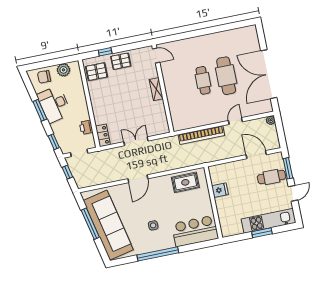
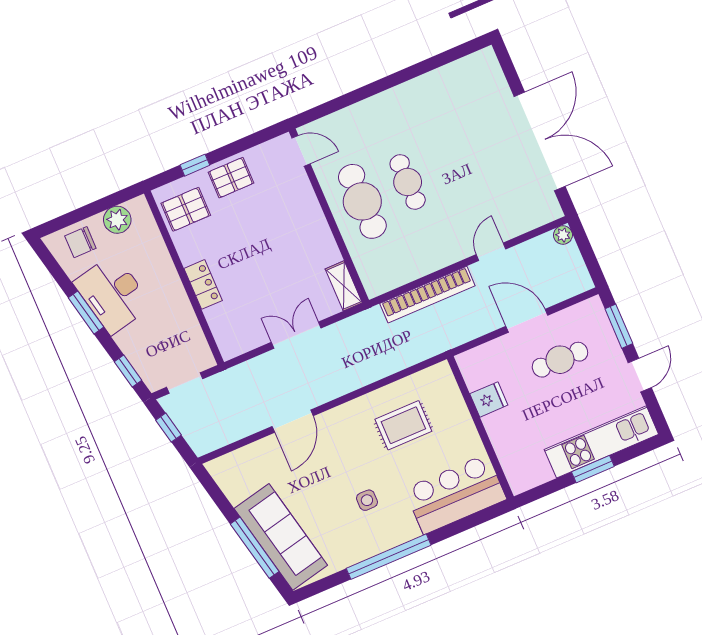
double door: (269, 74) -> (540, 141), swing flipped
cafe table: (226, 76) -> (362, 201), moved
shelving: (156, 89) -> (344, 286), moved
printer: (86, 127) -> (188, 328), removed
locker: (103, 135) -> (203, 284), moved
door: (256, 155) -> (527, 321), moved
cafe table: (271, 177) -> (560, 360), moved
door: (138, 179) -> (293, 421), moved
rug: (185, 182) -> (403, 425), moved
window: (90, 224) -> (255, 548), moved
sofa: (108, 225) -> (281, 537), width x0.74, depth x0.79

